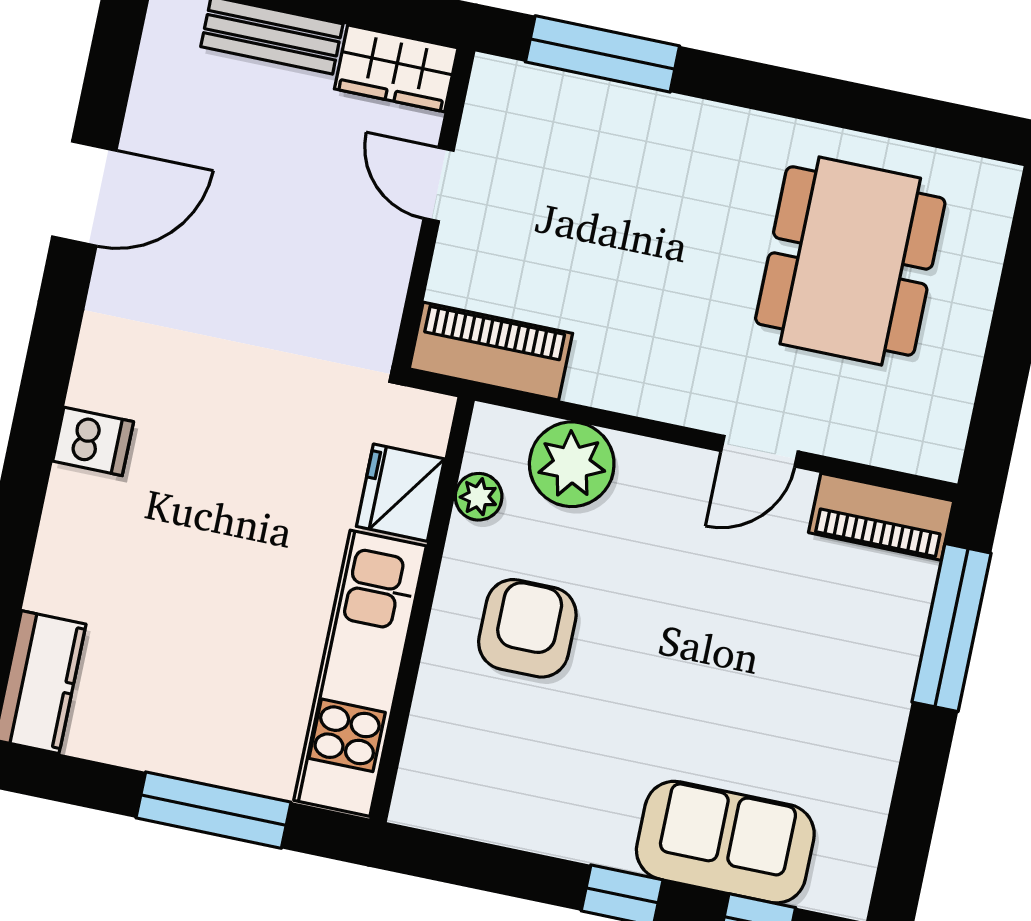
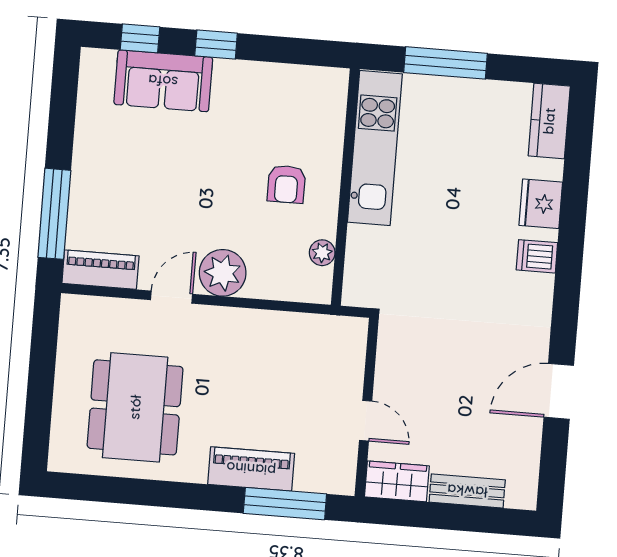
piano: (491, 351) -> (251, 469), moved, turned 180
plant: (572, 464) -> (223, 273), moved
fridge: (400, 493) -> (541, 204), moved, turned 180
armchair: (527, 628) -> (286, 184), width x0.72, depth x0.72

